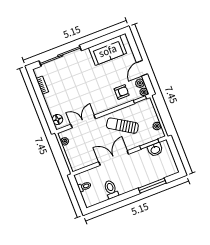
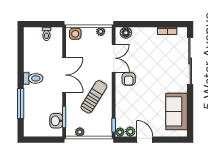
armchair: (122, 92) -> (129, 79), moved
side table: (75, 162) -> (75, 34), added
toilet: (111, 189) -> (33, 78), moved

